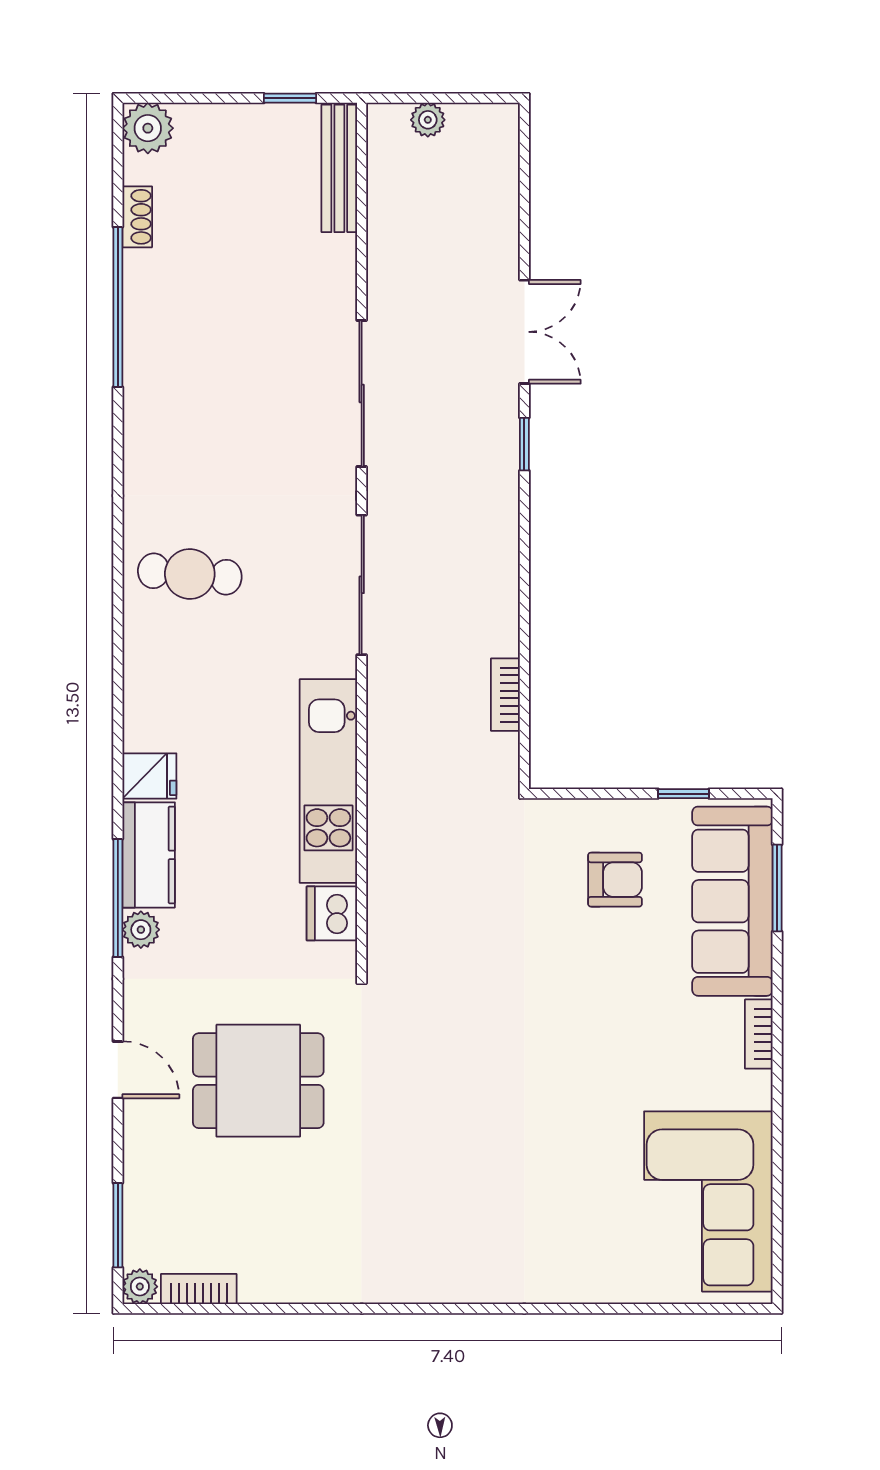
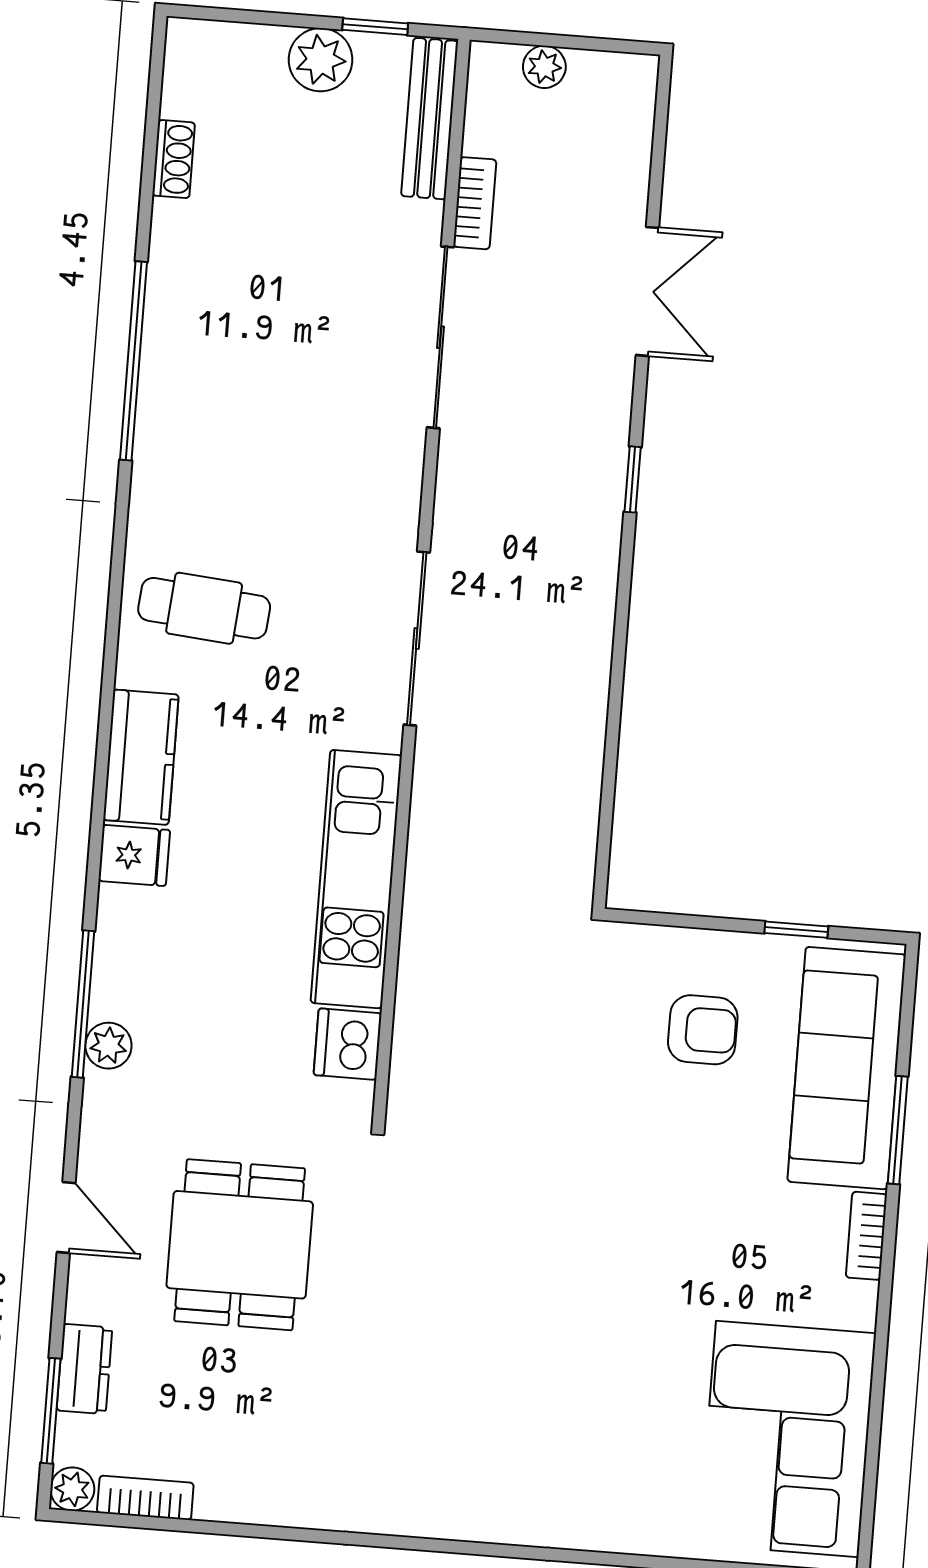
plant: (148, 128) -> (321, 60), moved
window: (118, 307) -> (134, 361), moved
double door: (524, 332) -> (647, 291), moved
sliding door: (362, 394) -> (440, 337), moved
bookcase: (505, 695) -> (475, 203), moved, turned 180
kitchen counter: (149, 855) -> (141, 757), moved
window: (777, 888) -> (898, 1130), moved
dining table: (258, 1081) -> (240, 1245), turned 90
dresser: (142, 1190) -> (84, 1369), added

